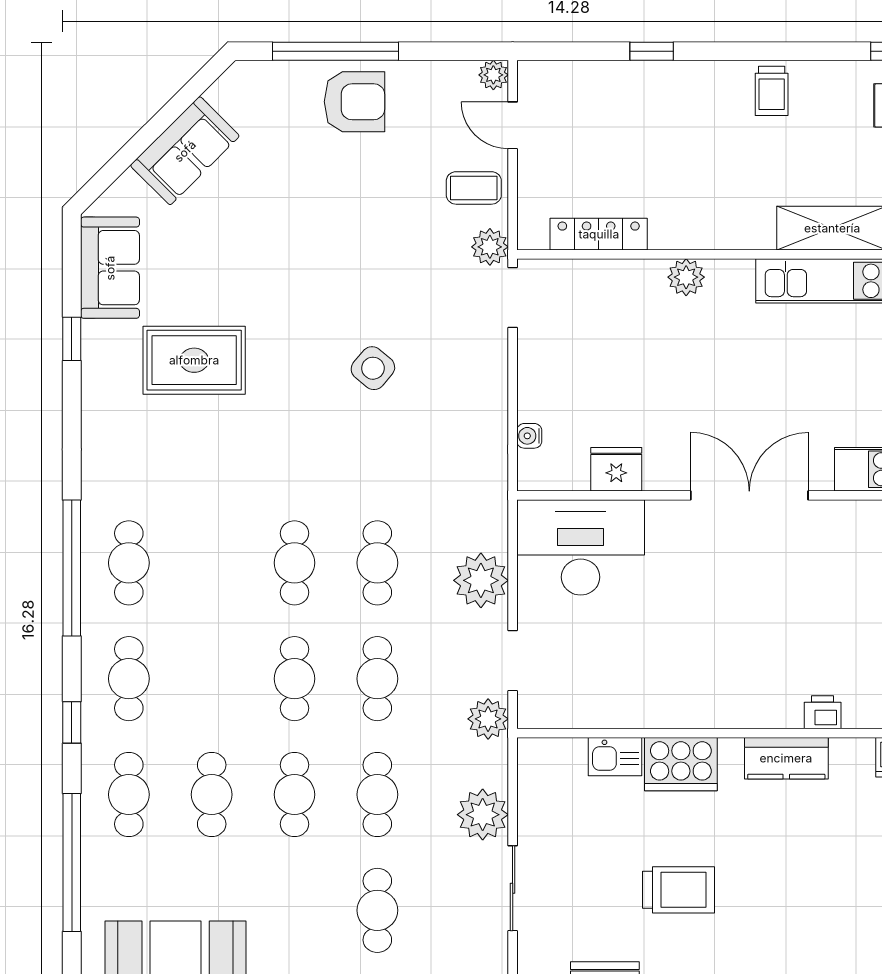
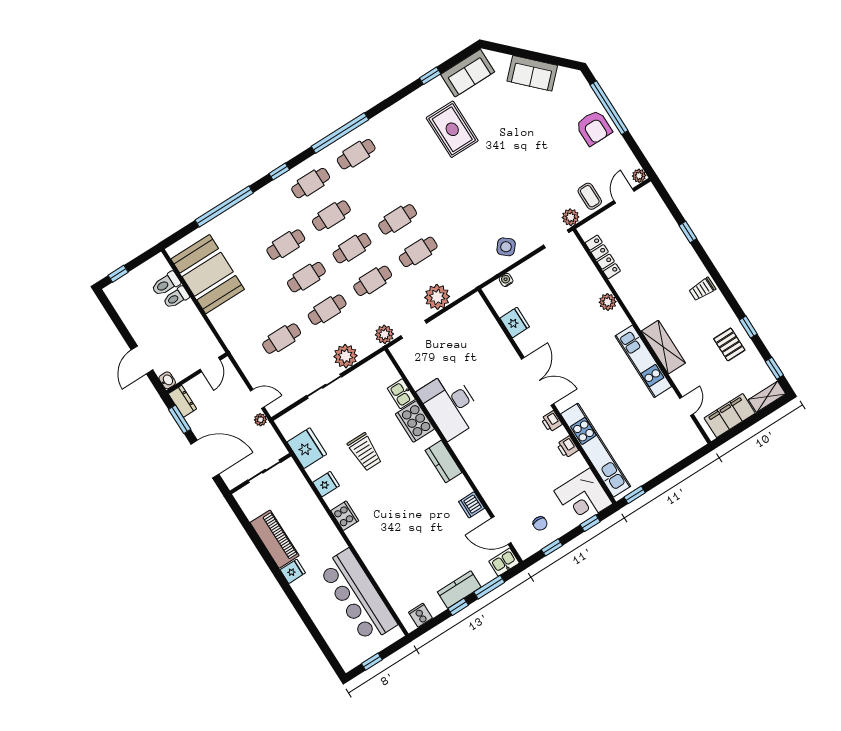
side table: (373, 368) -> (506, 247), moved
desk: (581, 547) -> (450, 405), moved, turned 180
printer: (823, 712) -> (551, 421), moved, turned 180
cafe table: (129, 795) -> (331, 216), moved

